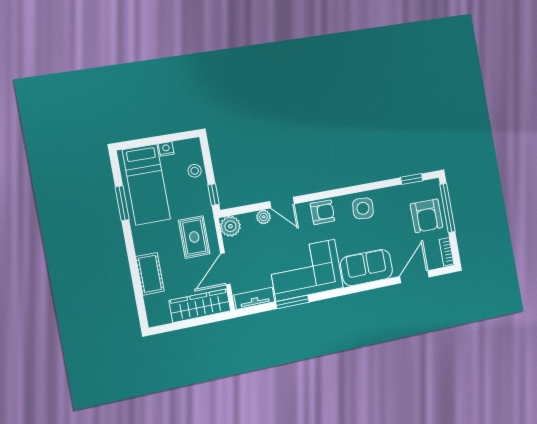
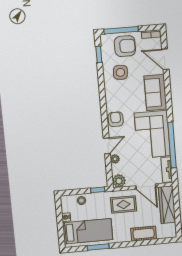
side table: (363, 208) -> (120, 72), moved
window: (292, 302) -> (172, 145), width x2.11

